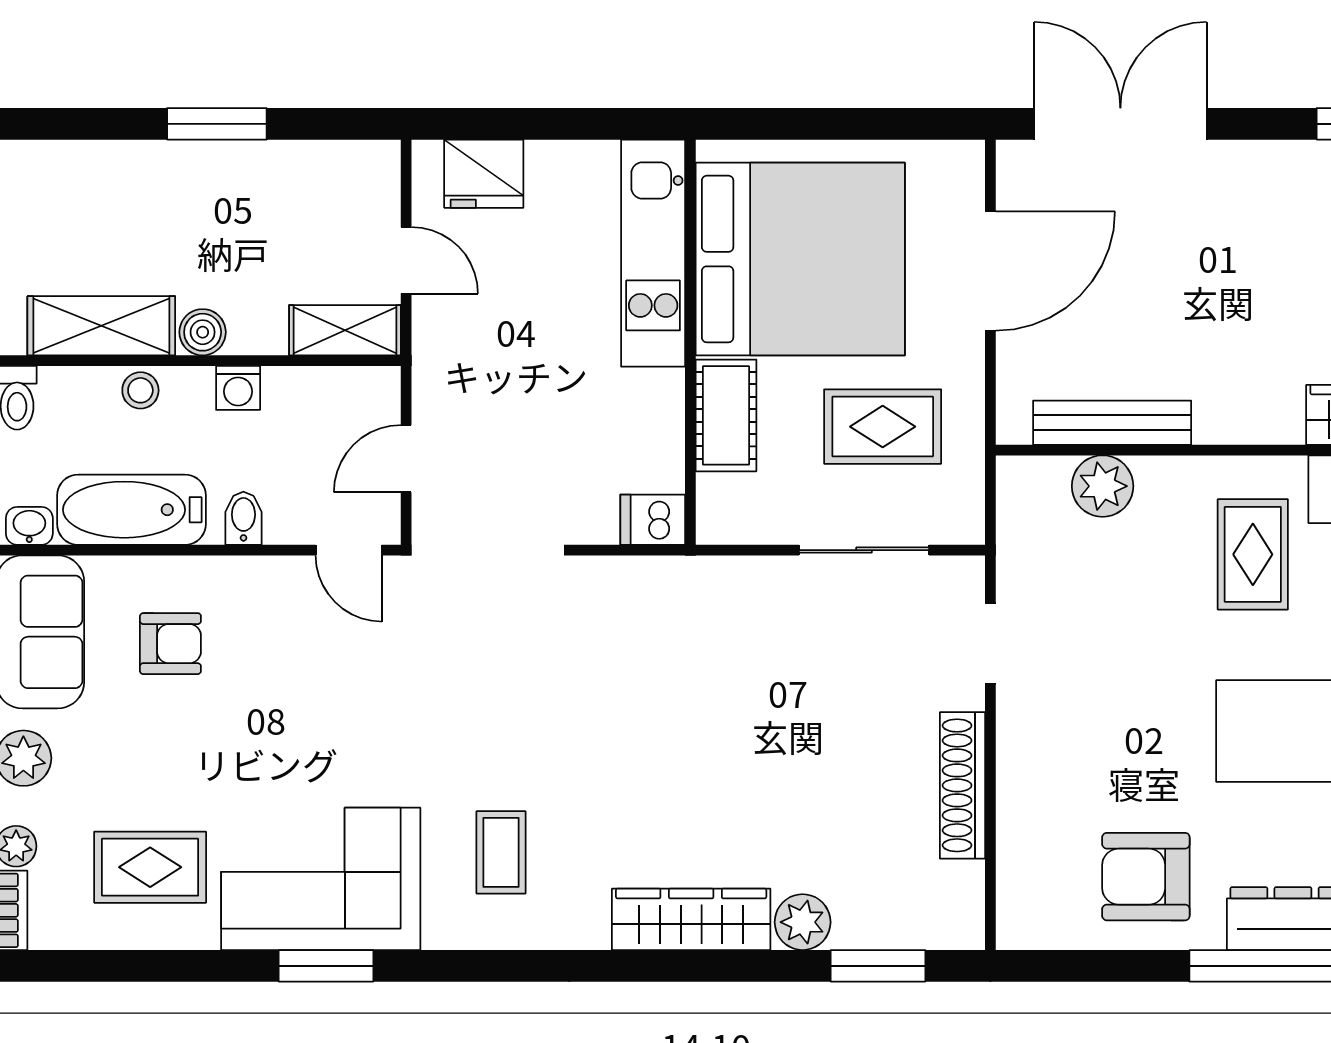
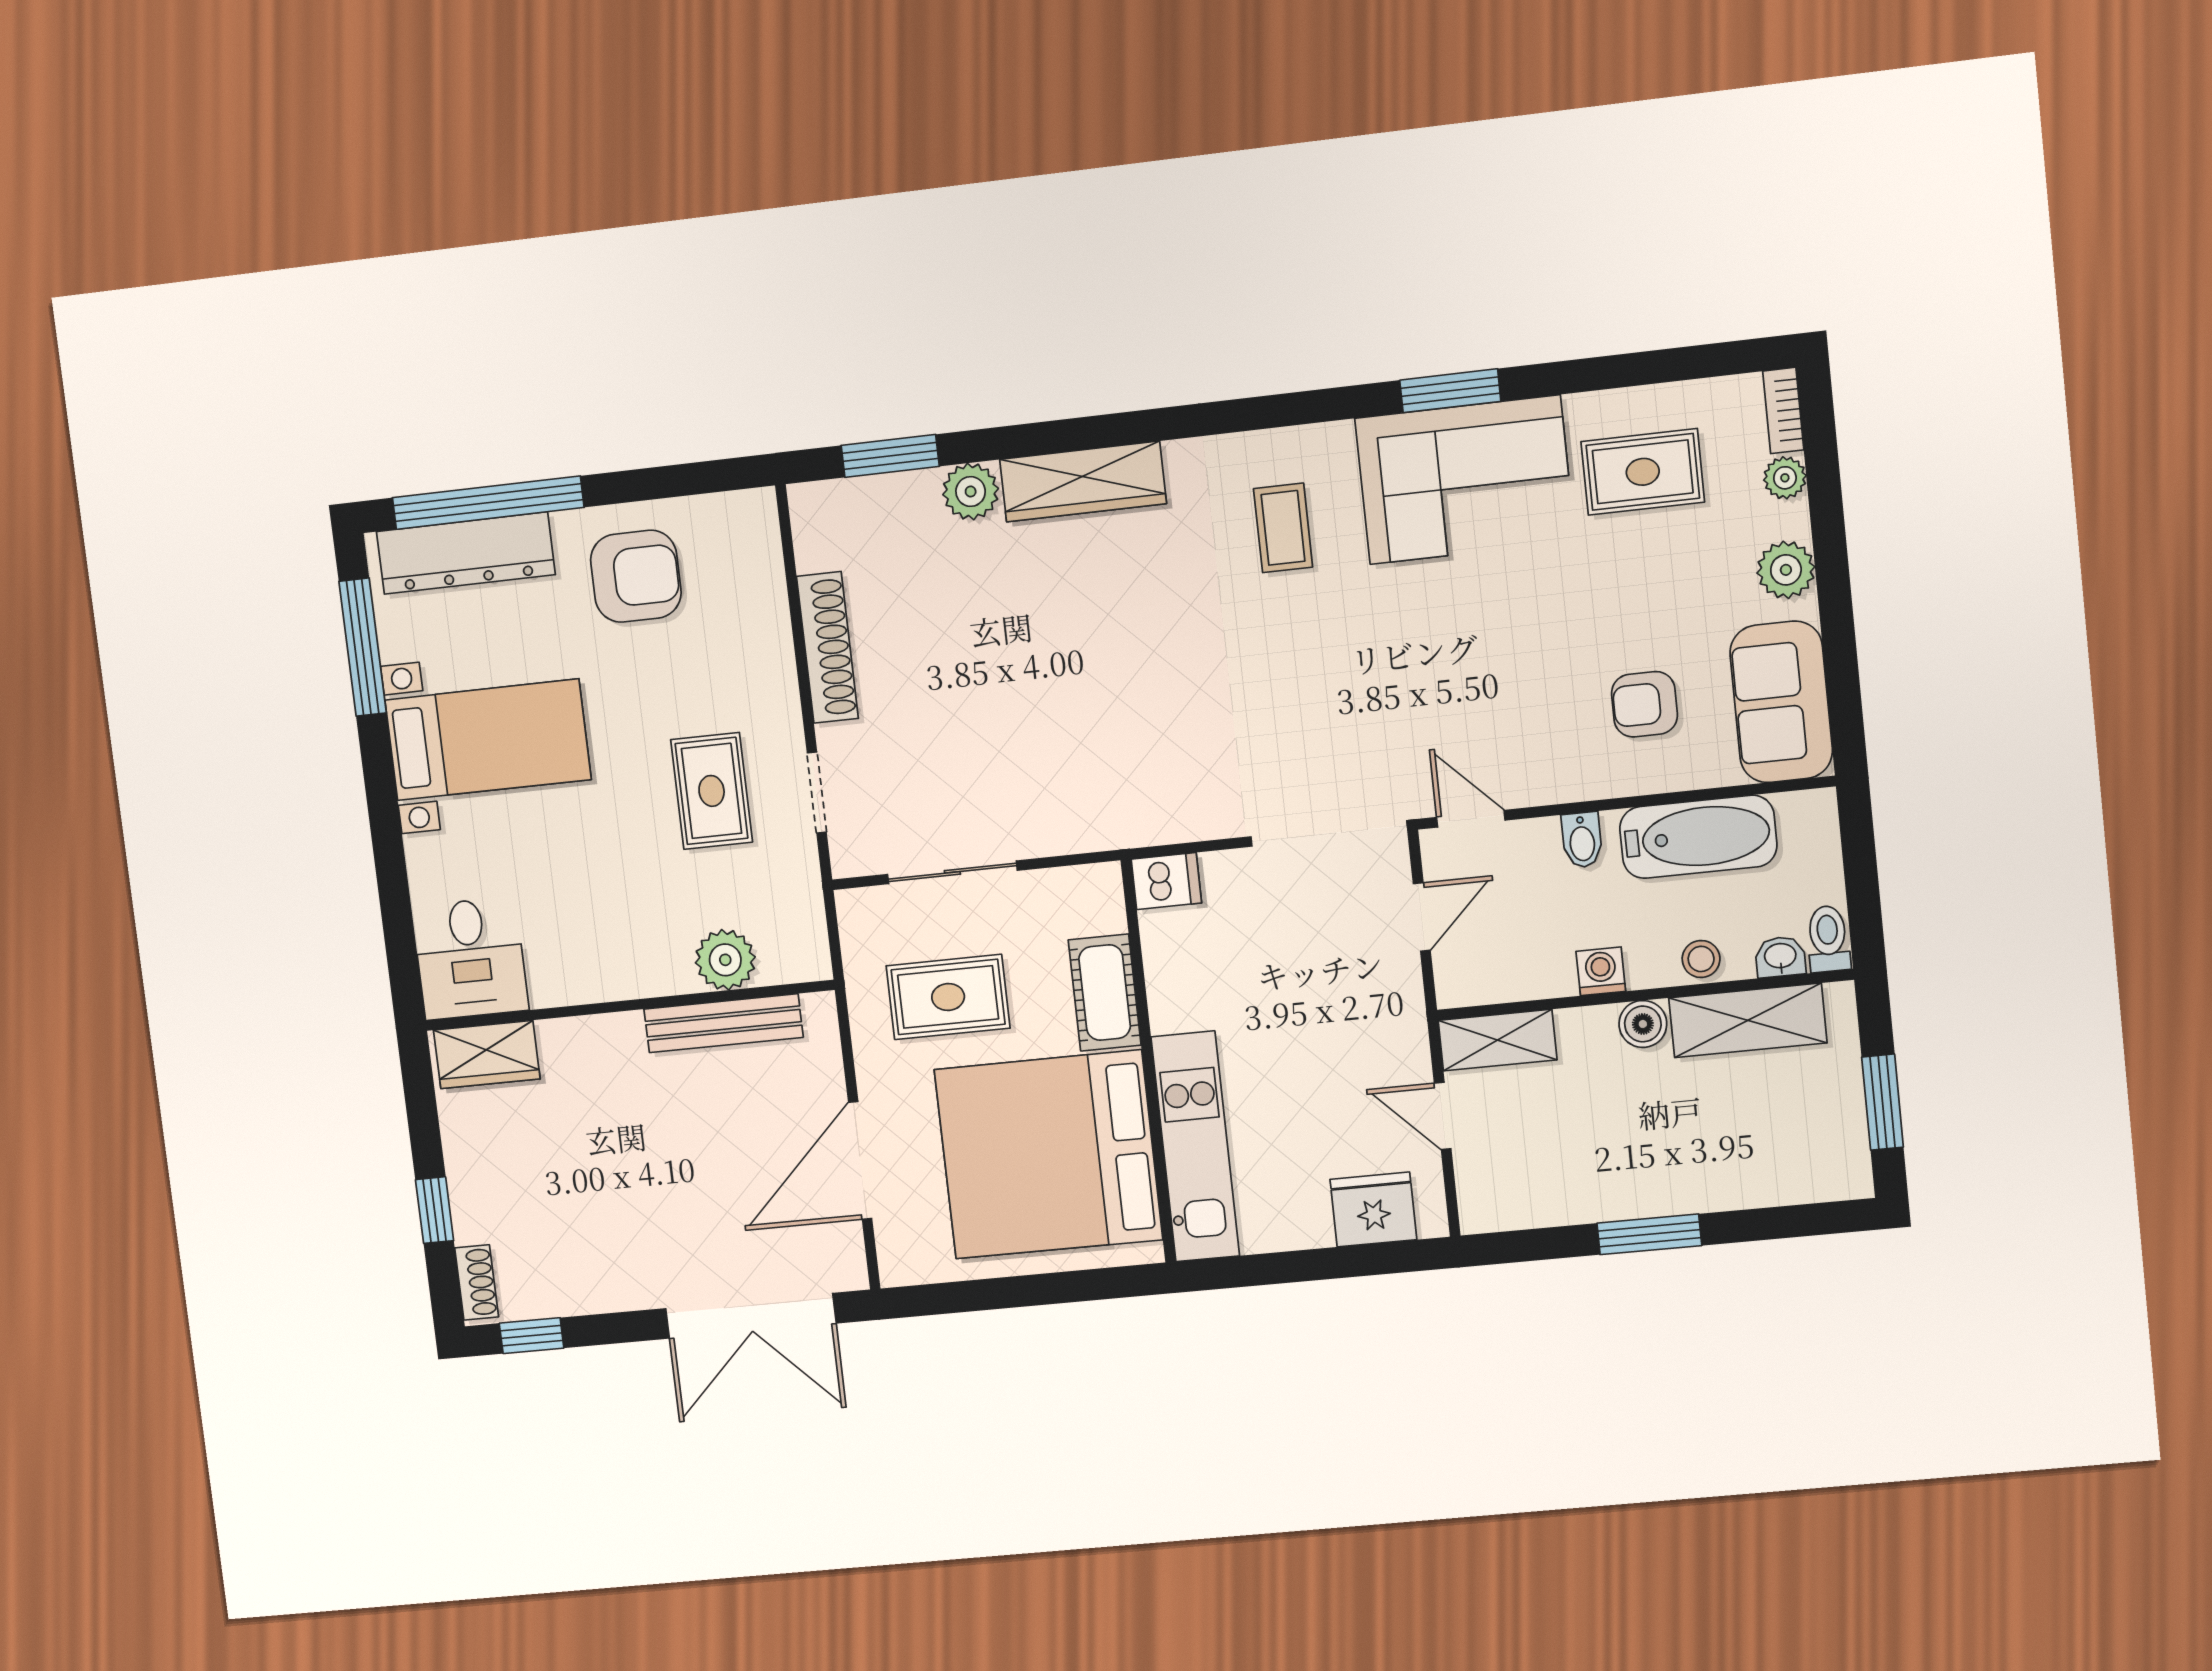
washbasin: (29, 526) -> (1780, 957), moved, turned 180
rug: (1253, 554) -> (712, 791), moved

